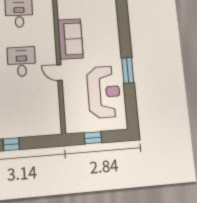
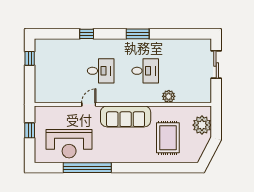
sofa: (70, 39) -> (126, 116), width x1.36
window: (128, 70) -> (87, 168), width x2.11

